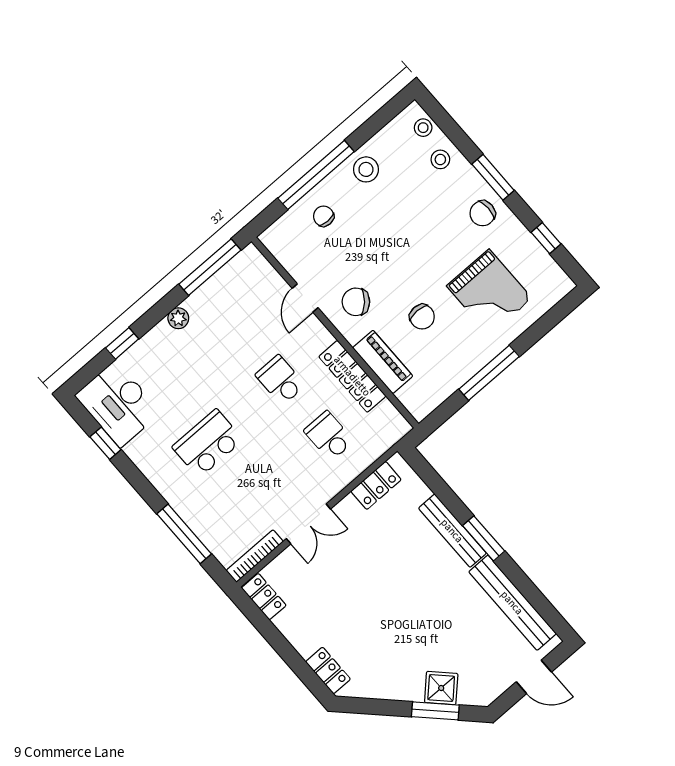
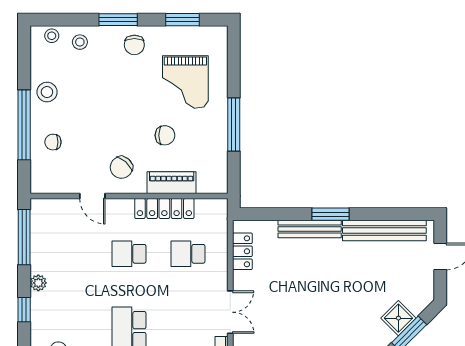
window: (546, 238) -> (182, 20), width x1.50
grand piano: (489, 292) -> (185, 82), turned 90
window: (122, 343) -> (24, 310), moved

